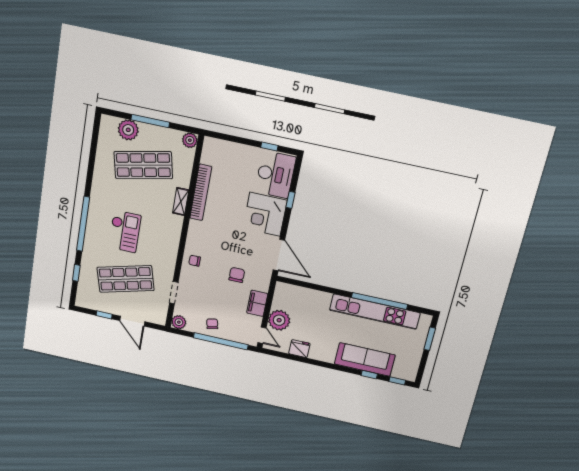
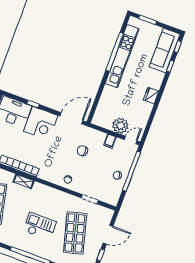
filing cabinet: (257, 303) -> (110, 141), width x0.50
plant: (179, 322) -> (113, 200), removed
fridge: (299, 349) -> (151, 96), moved
sofa: (365, 360) -> (165, 50), moved

